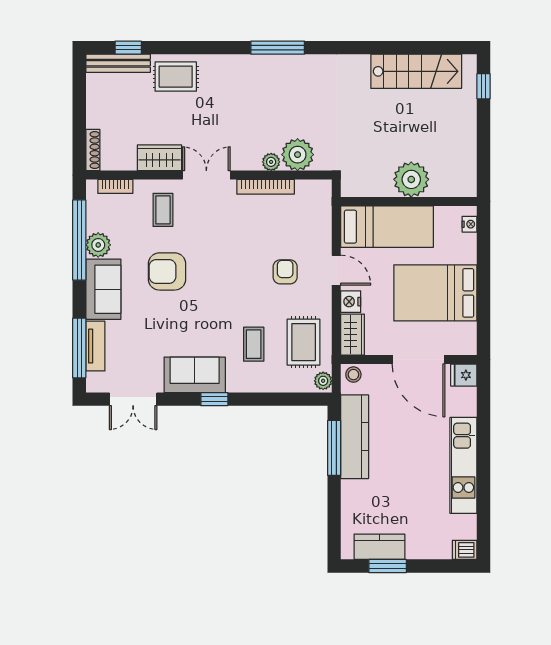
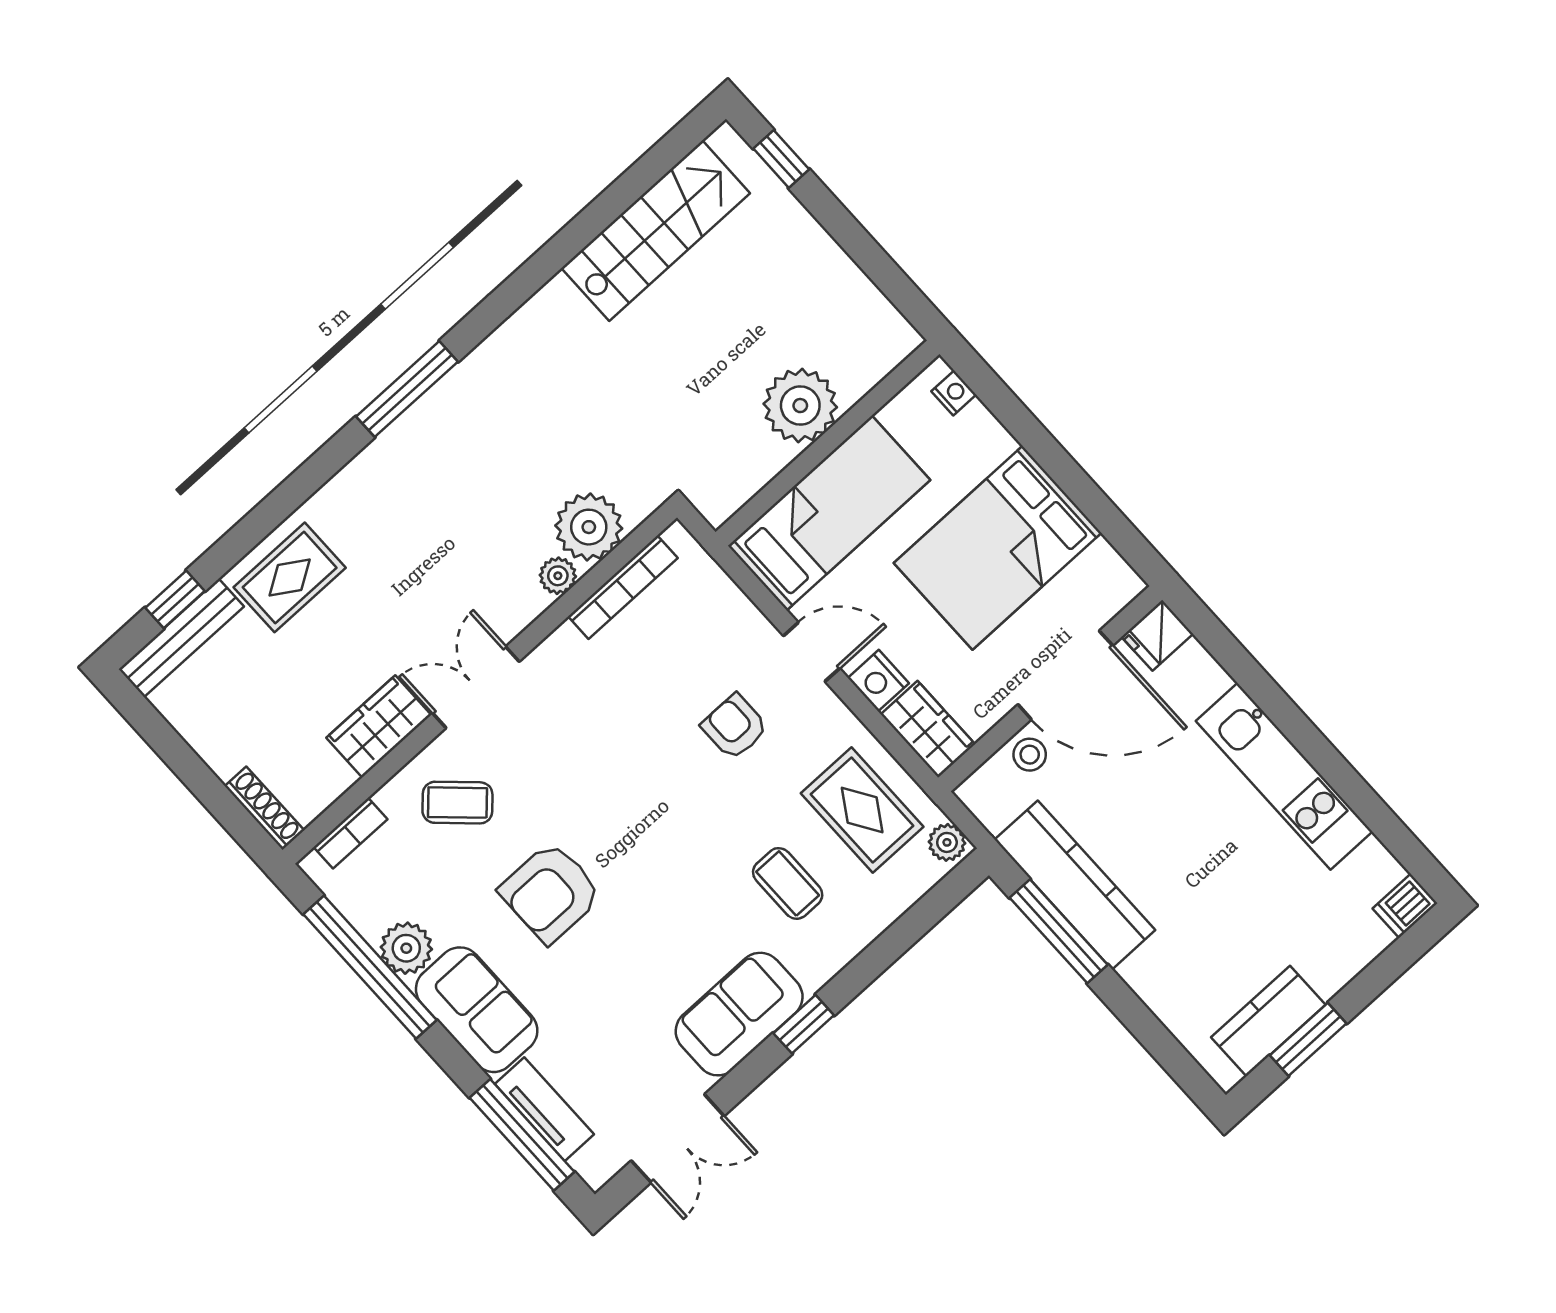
bookcase: (266, 187) -> (623, 587), moved
coffee table: (163, 210) -> (457, 803), turned -47
stool: (353, 375) -> (1030, 755), moved

